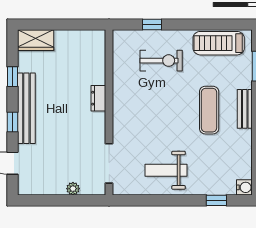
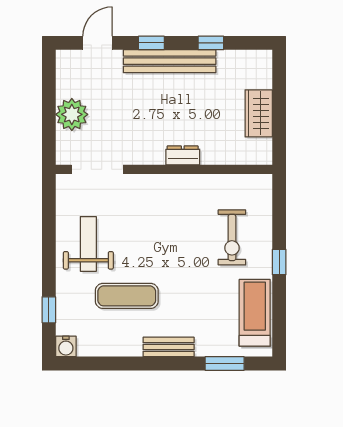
window: (152, 24) -> (279, 262), moved
wardrobe: (36, 40) -> (259, 113), moved
exercise mat: (209, 110) -> (127, 296), moved
plant: (73, 189) -> (72, 114), width x1.88, depth x1.88

